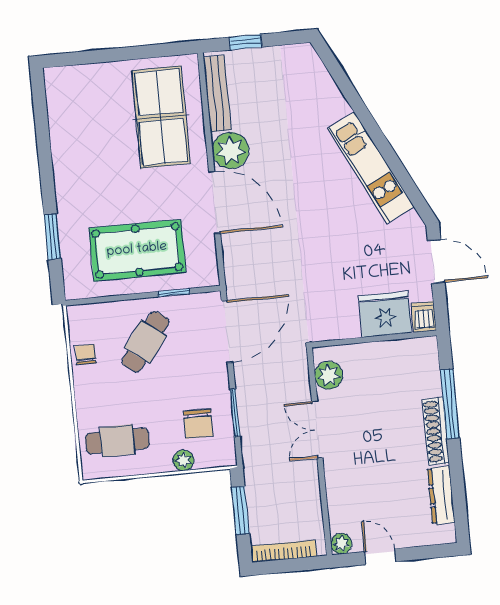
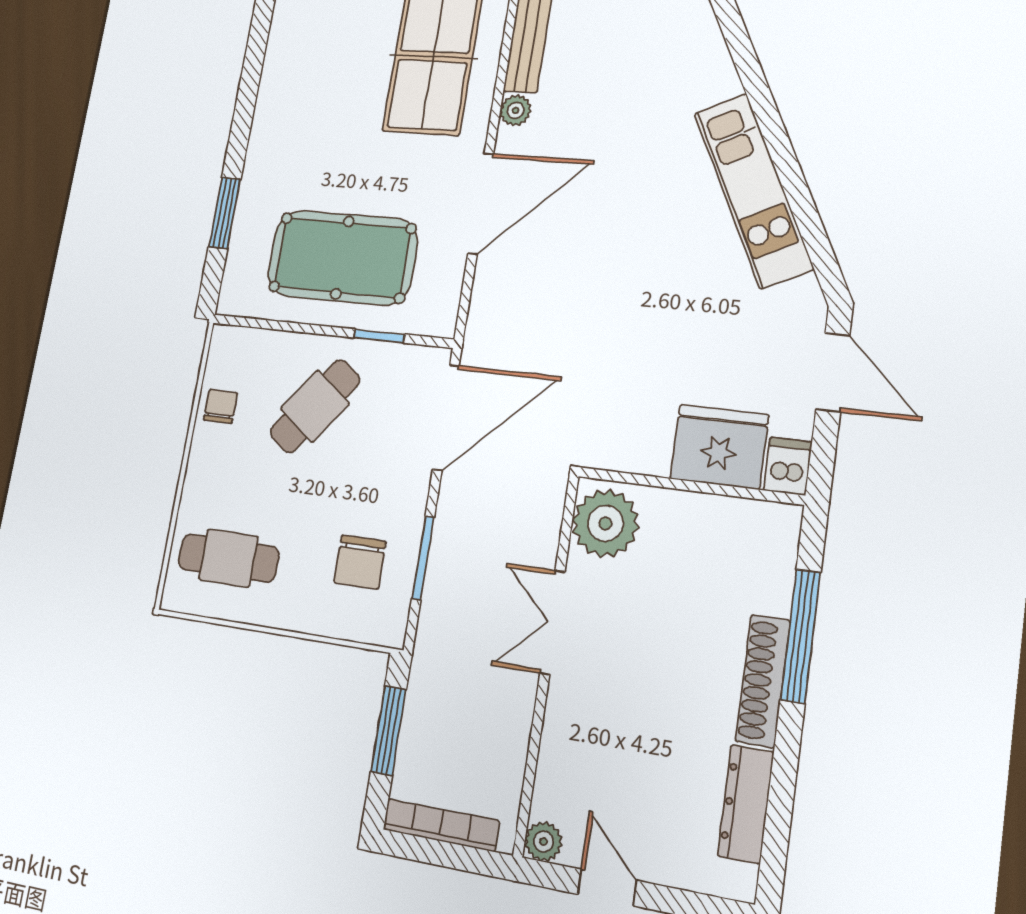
plant: (230, 150) -> (516, 110), width x0.53, depth x0.53
door: (215, 203) -> (481, 204), hinge flipped
plant: (329, 375) -> (605, 523), width x1.36, depth x1.36
plant: (183, 460) -> (320, 618), removed

